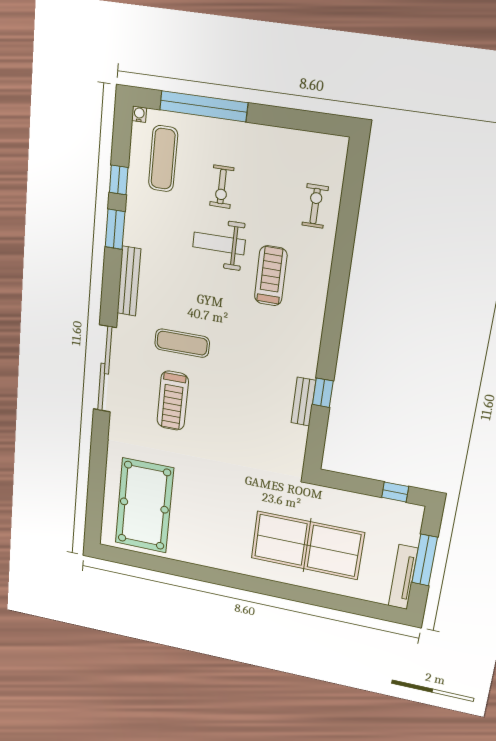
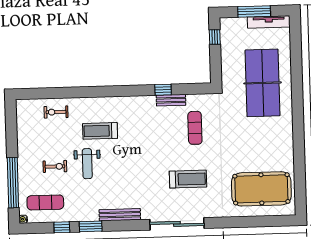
exercise mat: (182, 343) -> (195, 128), moved

